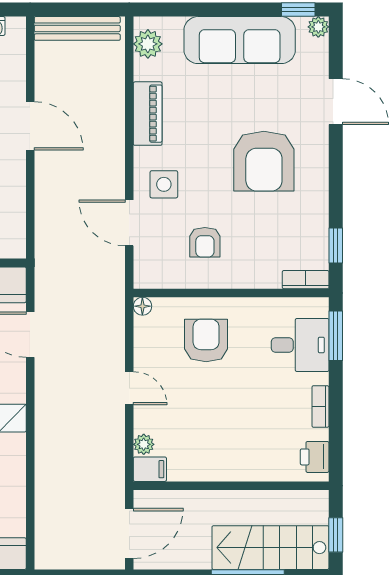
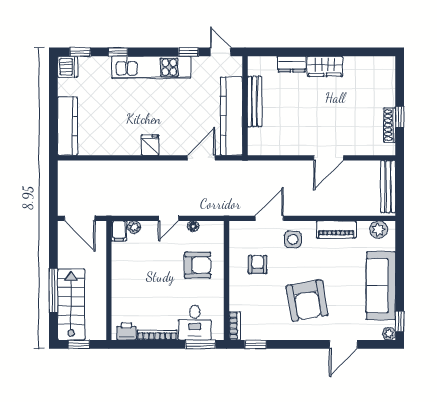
armchair: (264, 161) -> (307, 301), turned -100
armchair: (205, 242) -> (258, 264), turned 90
floor lamp: (142, 306) -> (193, 226), moved
bookcase: (320, 406) -> (157, 335), width x1.56

